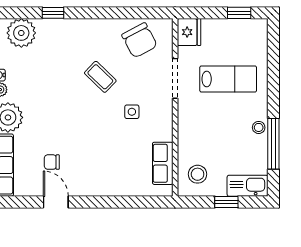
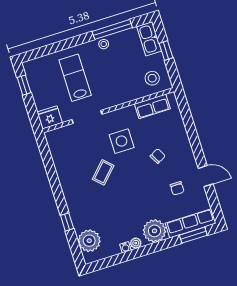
chair: (140, 40) -> (158, 156), moved, width x0.54, depth x0.54
side table: (132, 112) -> (122, 141), width x1.87, depth x1.87
door: (56, 202) -> (206, 176), swing flipped

